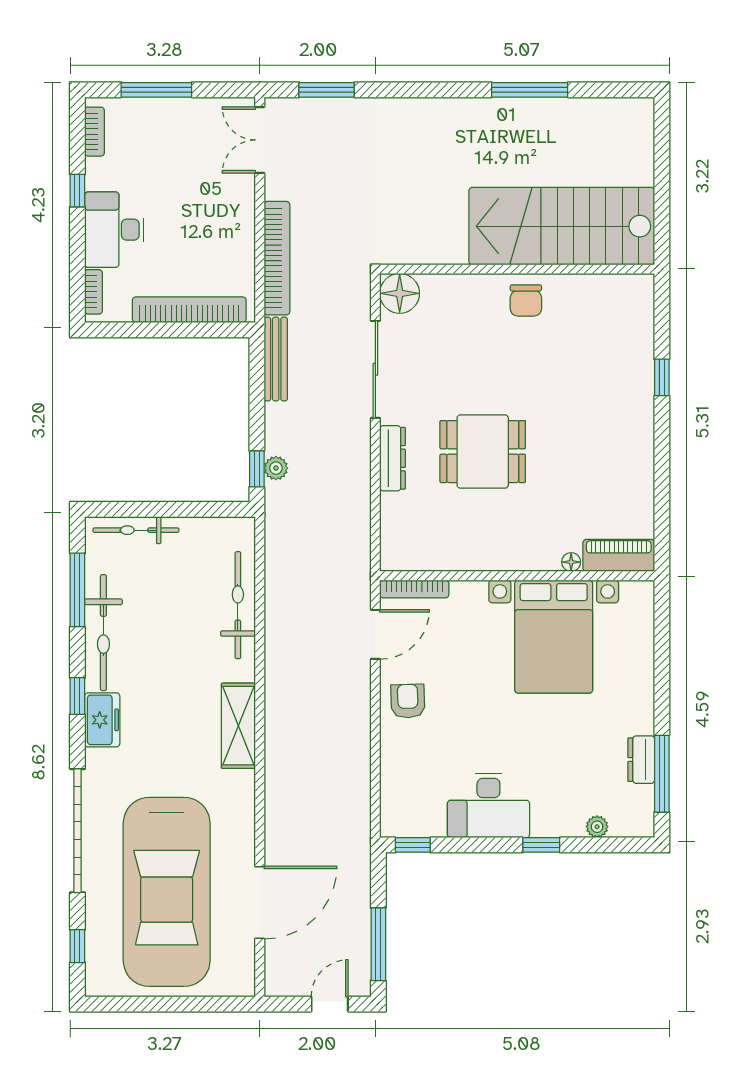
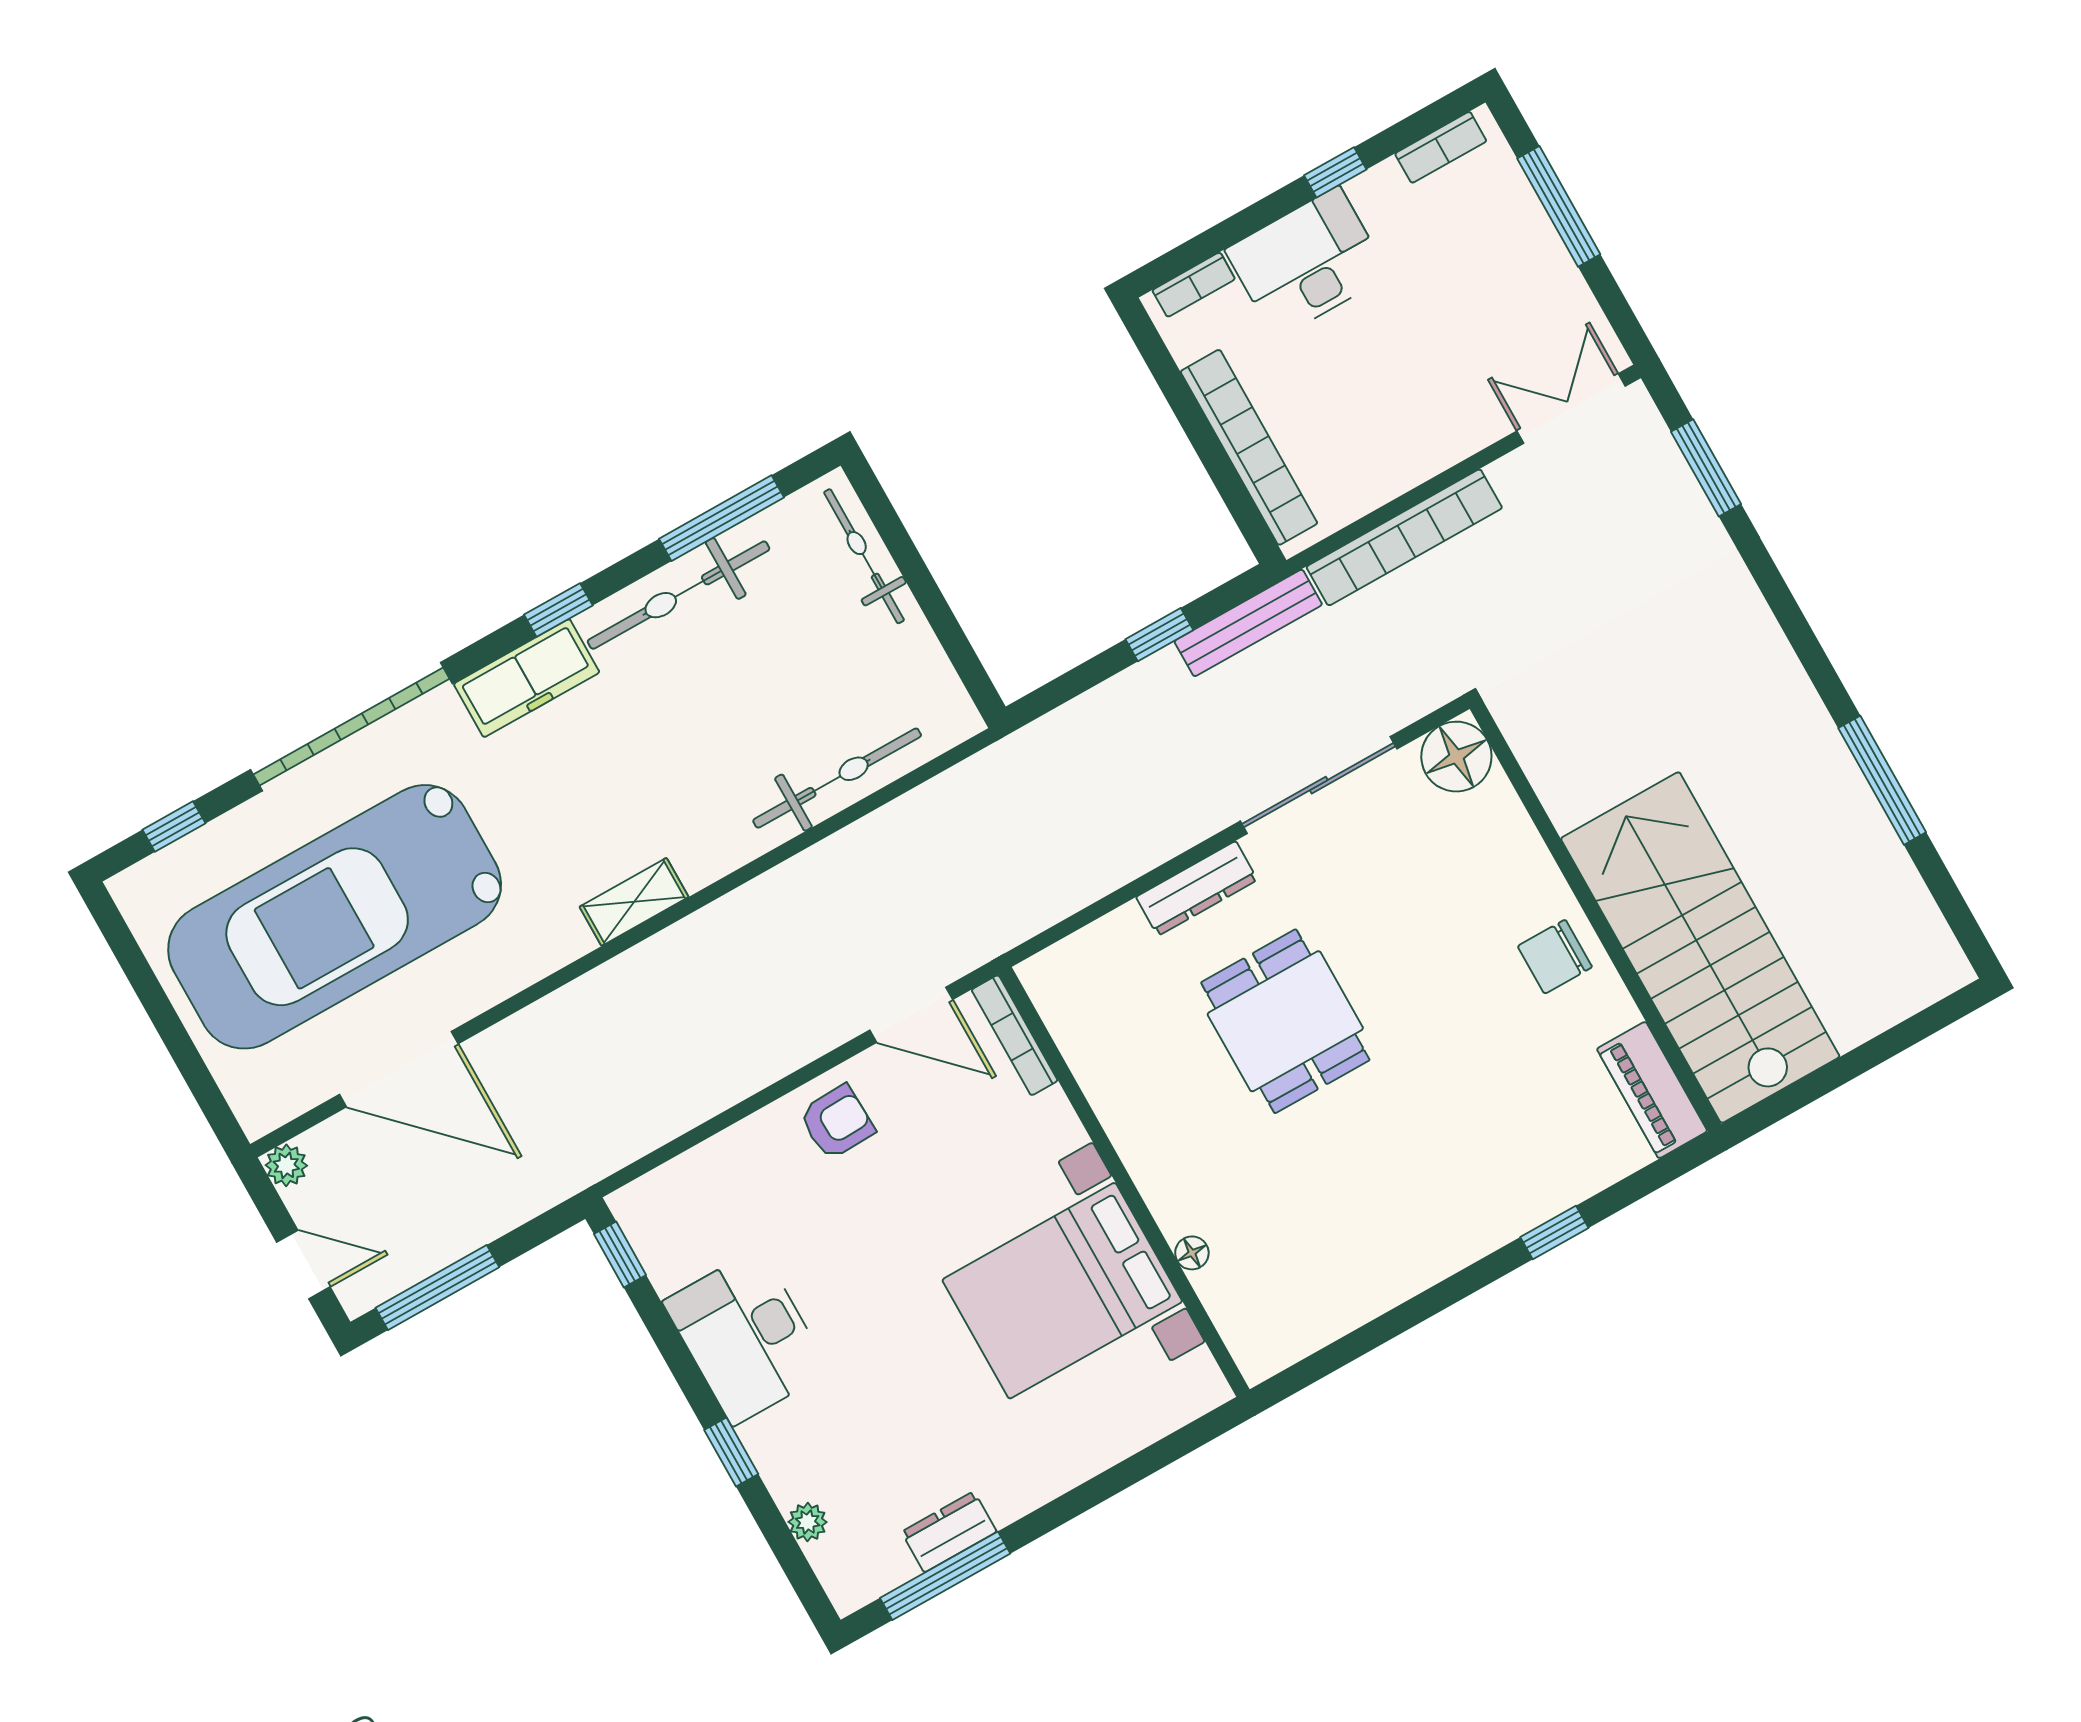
plant: (276, 468) -> (286, 1165), moved
window: (257, 469) -> (1159, 635), moved
piano: (619, 555) -> (1652, 1090), moved, turned 180
freezer: (102, 720) -> (527, 678), width x1.40
shelving: (238, 726) -> (634, 902), width x0.67, depth x0.75

